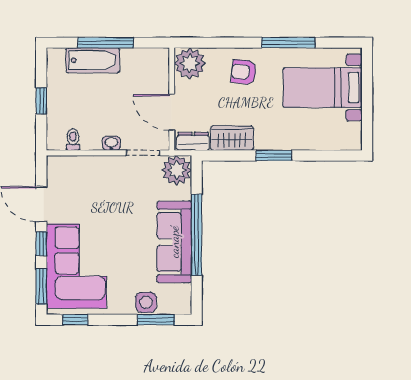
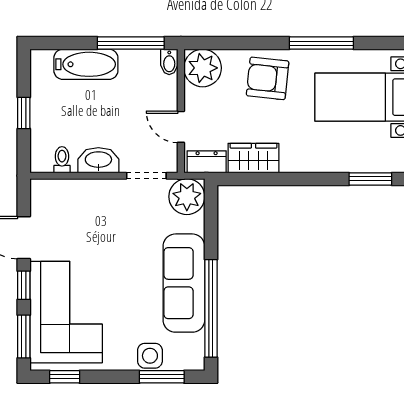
window: (106, 43) -> (131, 43), moved
bidet: (162, 58) -> (169, 62), added
armchair: (244, 72) -> (268, 78), width x1.38, depth x1.38
door: (172, 112) -> (181, 127), width x0.73
washbasin: (111, 143) -> (98, 160), width x1.91, depth x1.45
window: (274, 155) -> (370, 179), moved
window: (197, 235) -> (211, 308), moved

